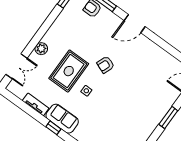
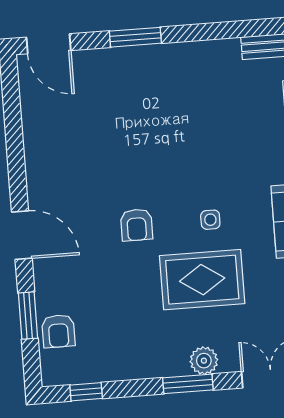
window: (38, 37) -> (188, 384), added
armchair: (106, 65) -> (136, 225), turned 69

